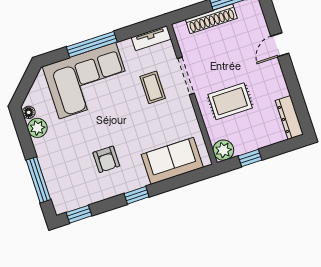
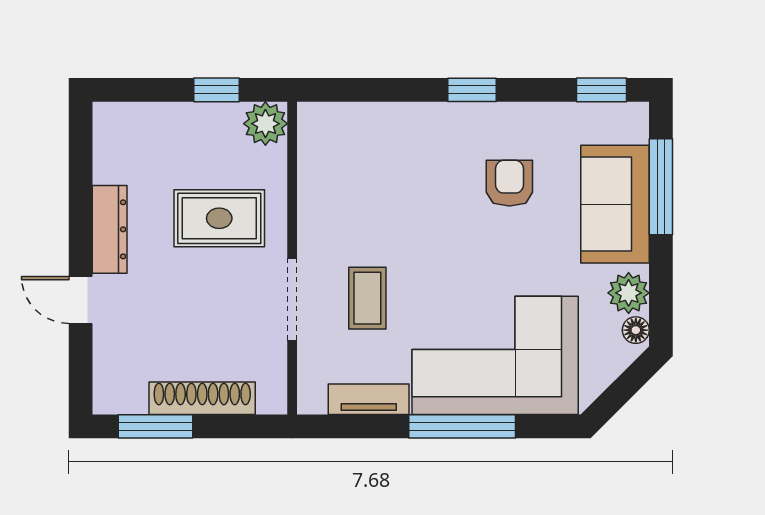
tv unit: (151, 38) -> (369, 399), moved
door: (280, 45) -> (81, 300), swing flipped
dresser: (289, 118) -> (110, 229), moved
sofa: (172, 161) -> (615, 204), moved, turned 90

